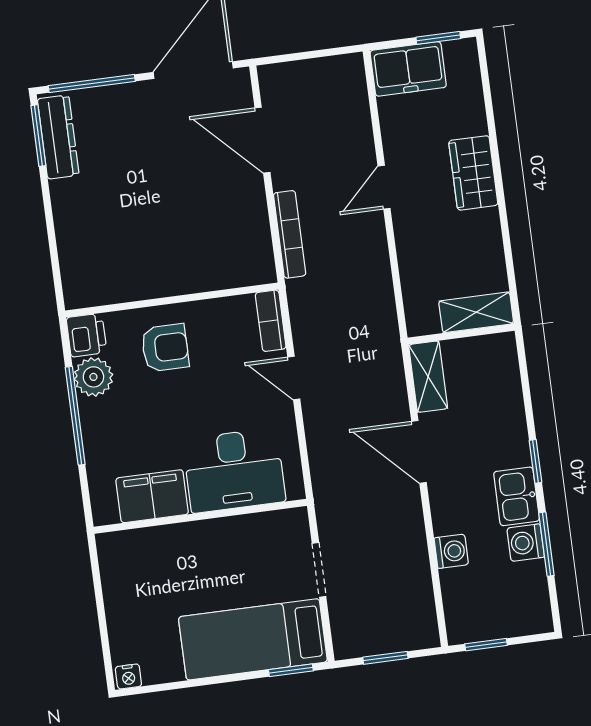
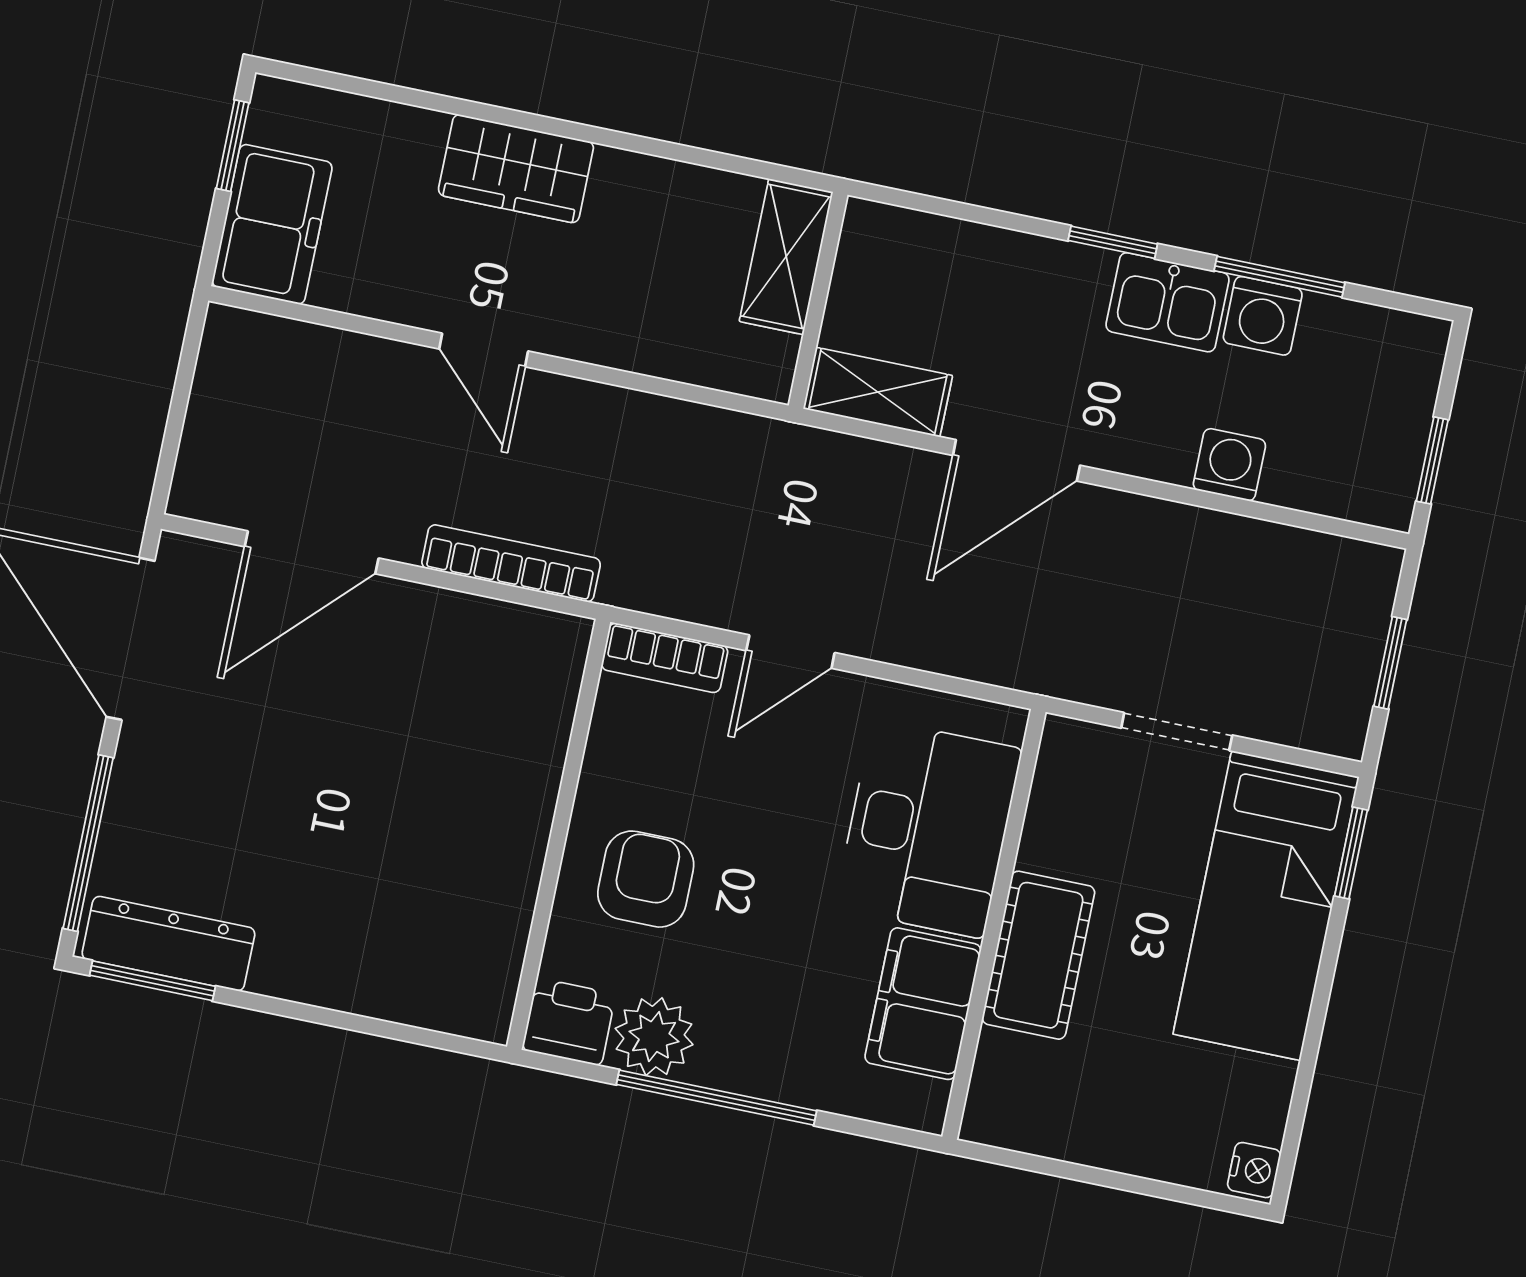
cot: (193, 542) -> (1038, 955), added

